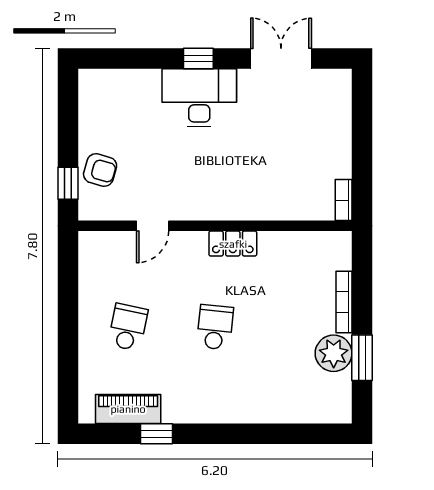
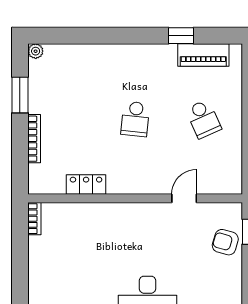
locker: (233, 244) -> (86, 185), moved
school desk: (128, 327) -> (203, 119), turned -36
plant: (334, 353) -> (36, 51), moved, width x0.53, depth x0.53

